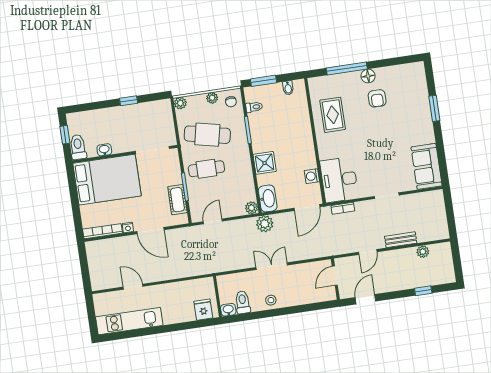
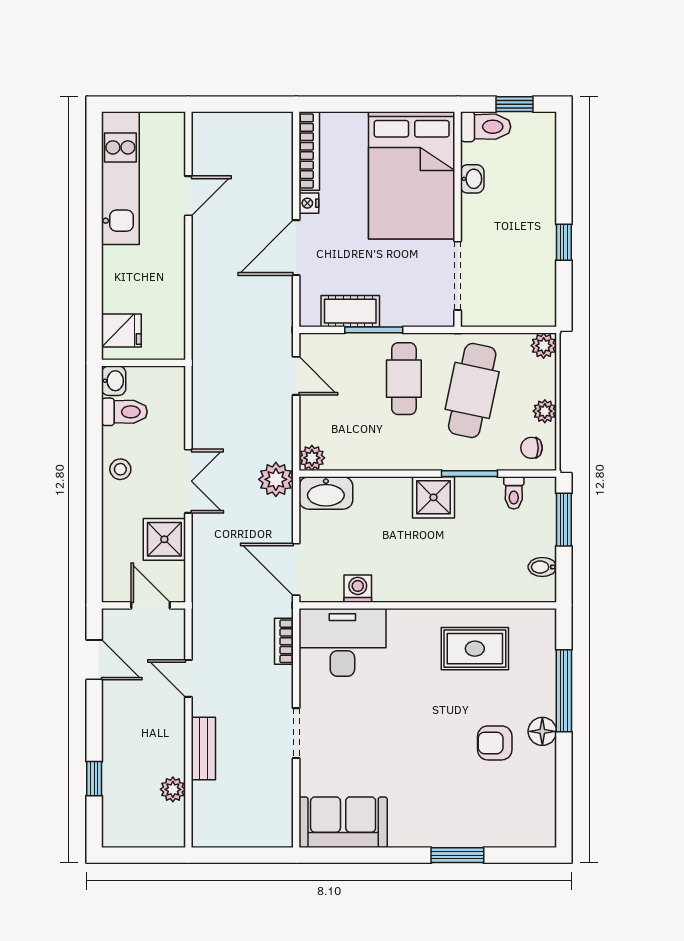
shower: (265, 163) -> (433, 497), moved
shower: (302, 274) -> (164, 539), added

